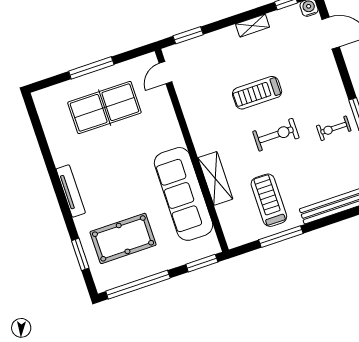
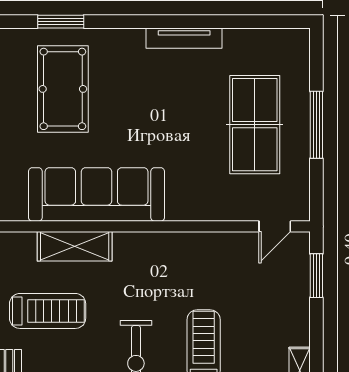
door: (165, 73) -> (275, 226), swing flipped
shelving: (215, 178) -> (75, 246), moved
tv unit: (71, 191) -> (184, 38), moved

